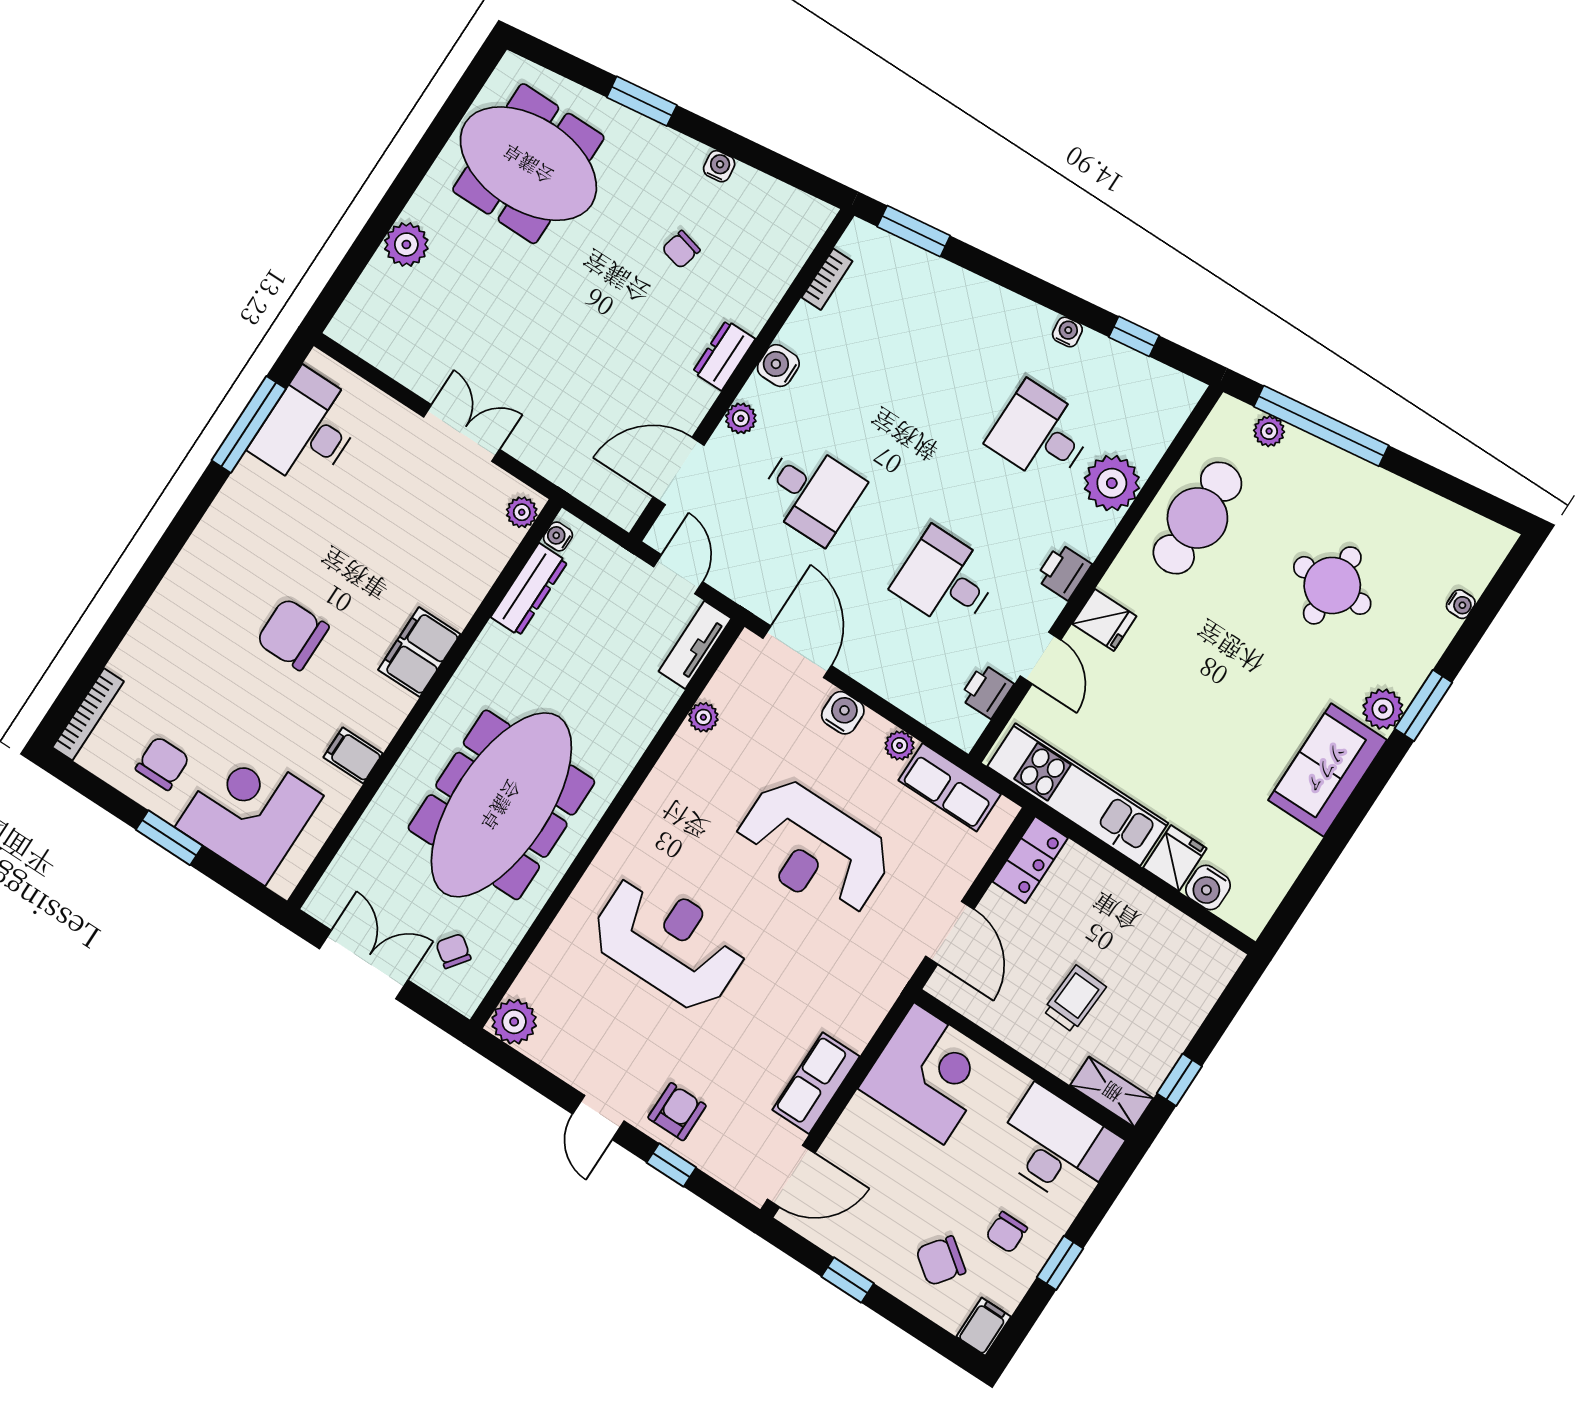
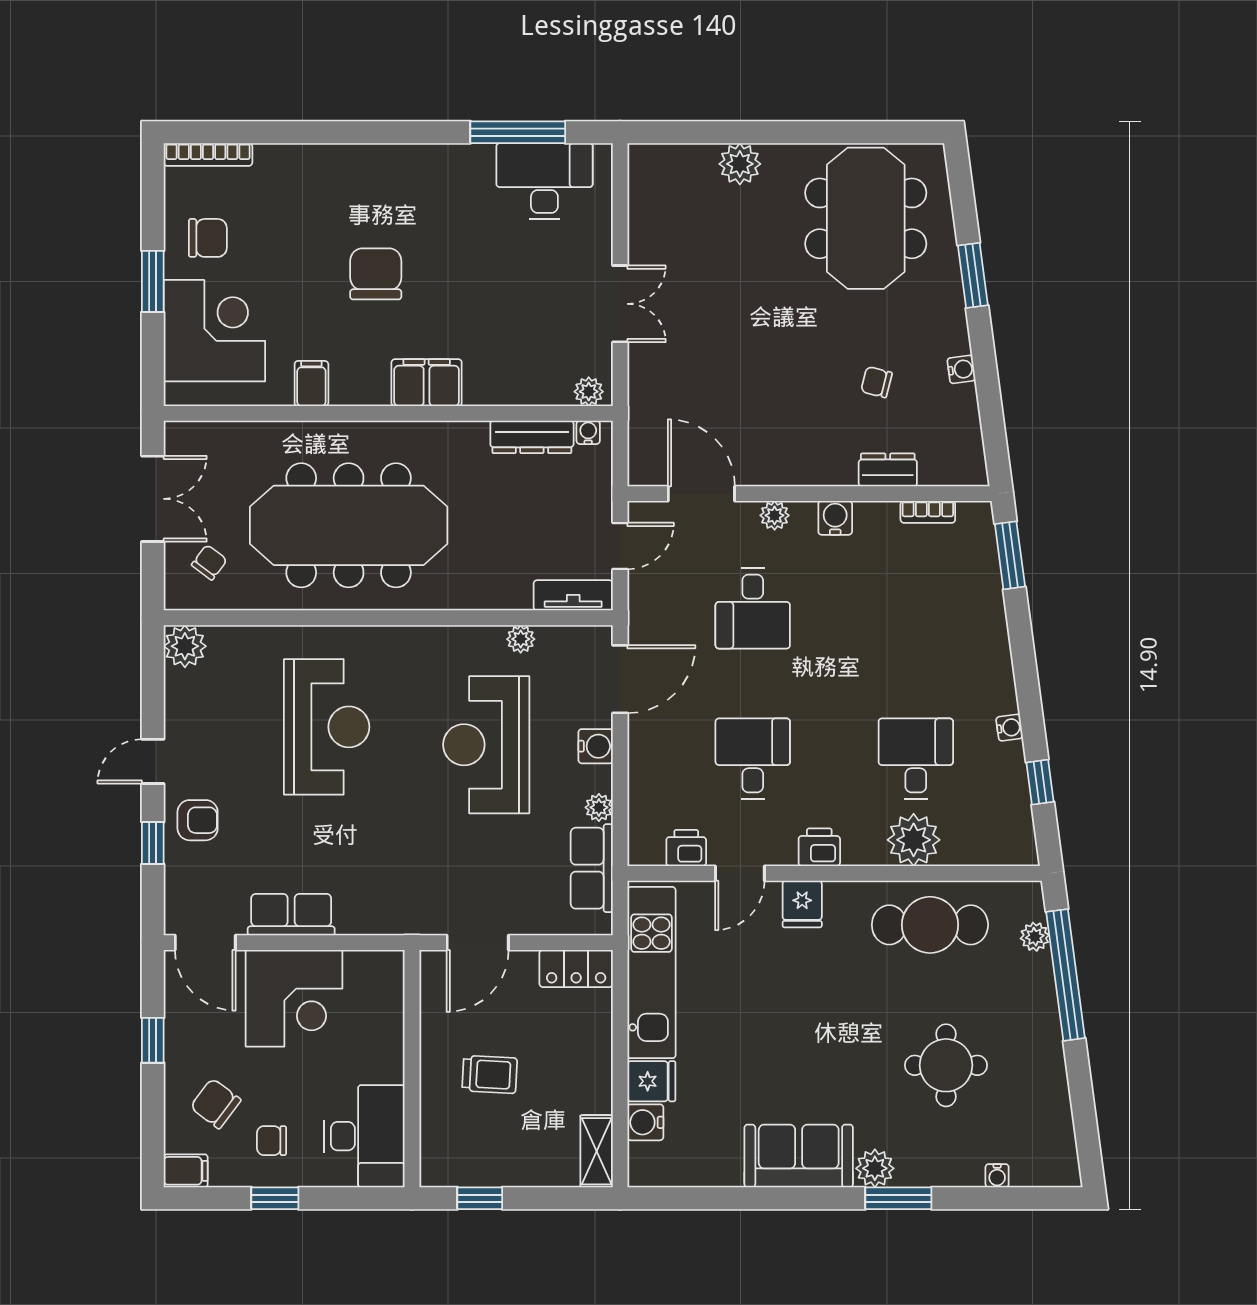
dresser: (724, 355) -> (888, 470), moved
reception desk: (813, 848) -> (486, 745), moved
corner desk: (929, 1074) -> (294, 998), moved
shelving: (1112, 1092) -> (597, 1151), moved

